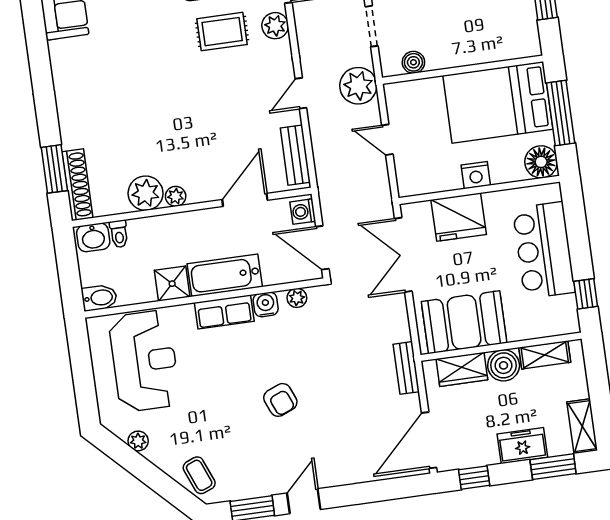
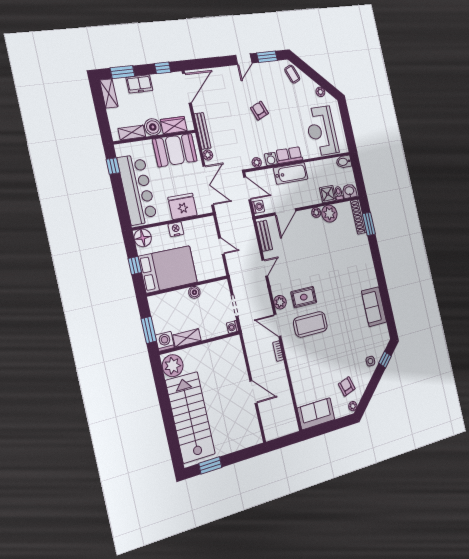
boiler: (413, 62) -> (194, 292), moved
plant: (358, 86) -> (208, 155), moved, width x0.53, depth x0.53
window: (561, 113) -> (135, 266), width x0.46
bar counter: (544, 250) -> (137, 190), width x1.36
shower: (172, 284) -> (328, 194), moved
bench: (406, 368) -> (202, 131), width x1.36

